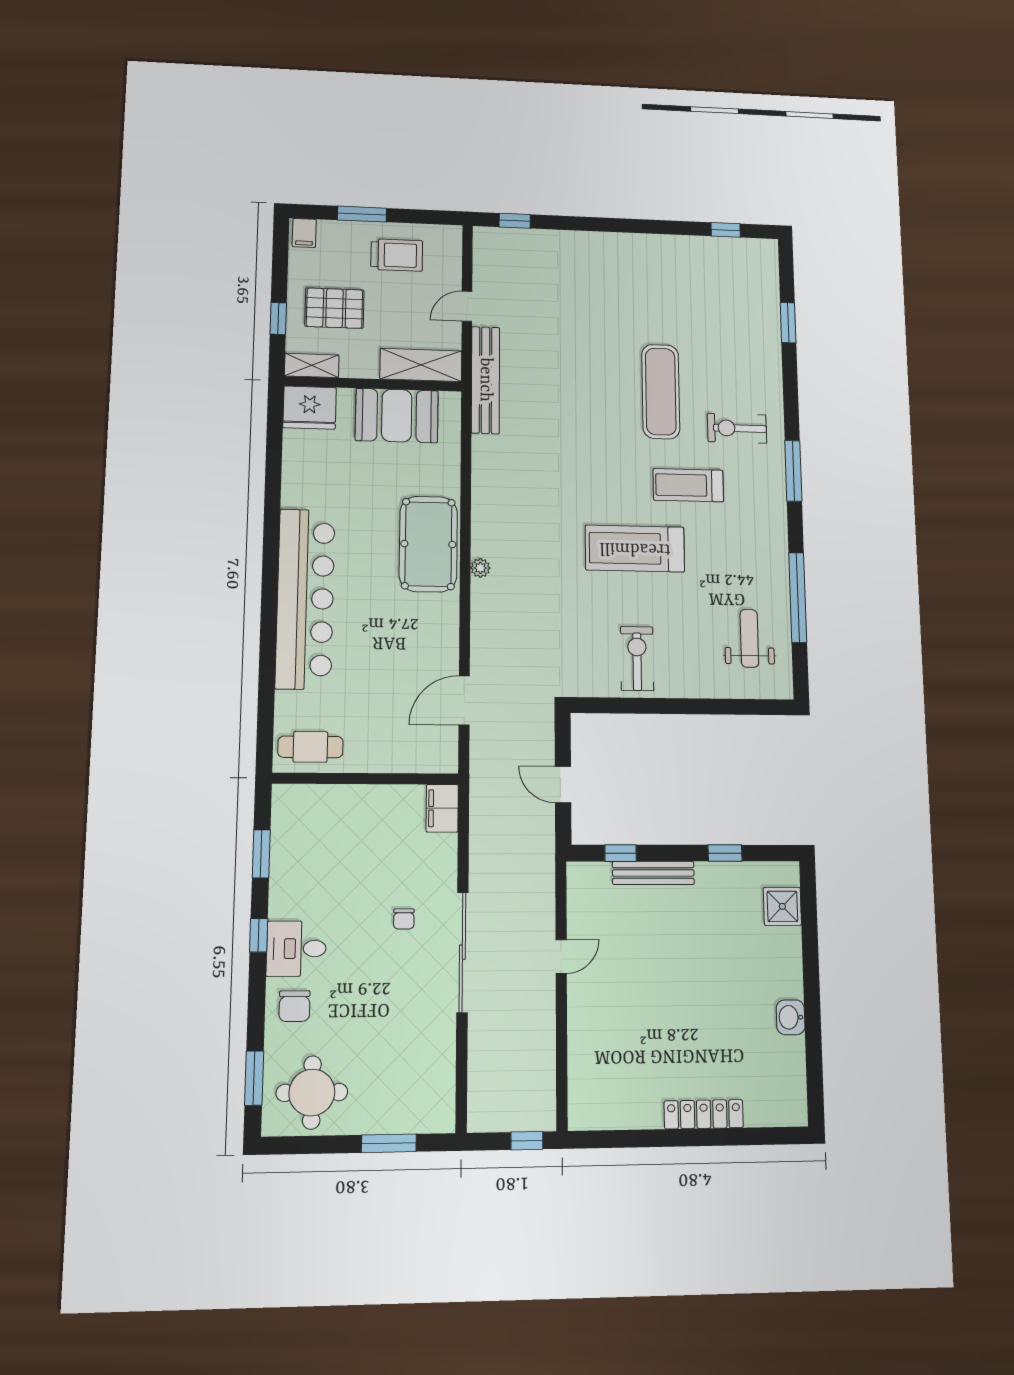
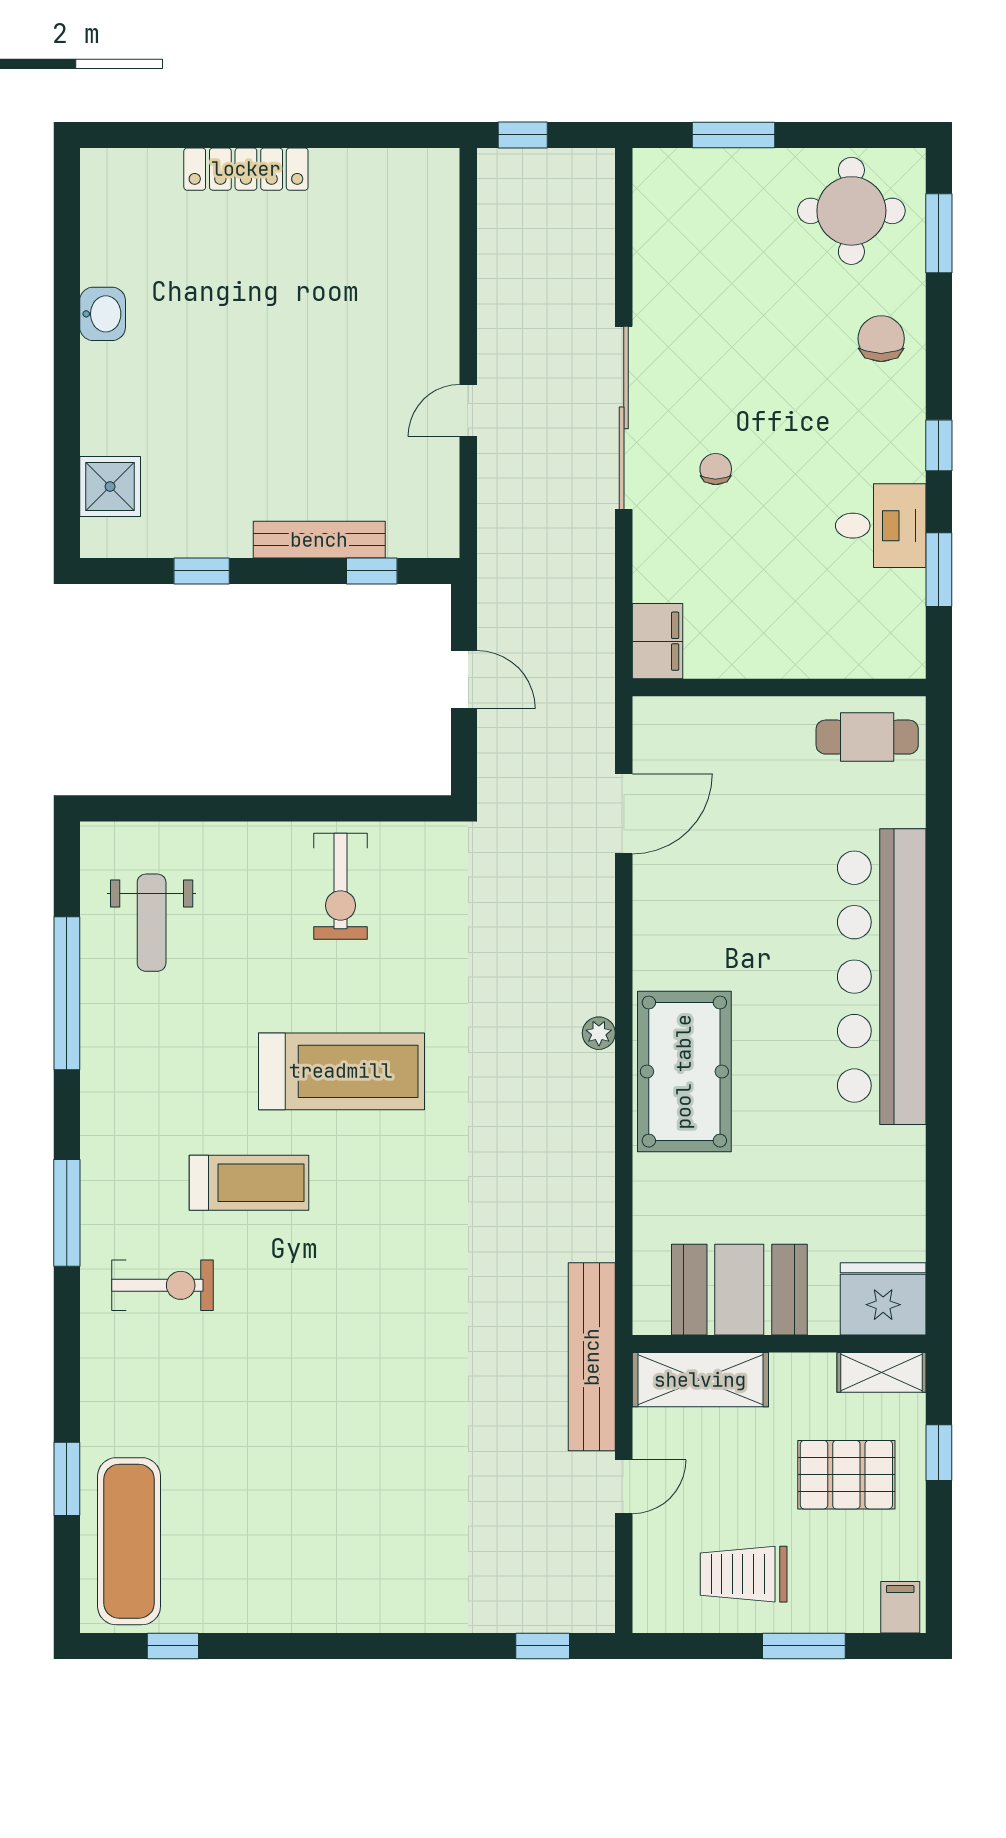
exercise mat: (661, 392) -> (129, 1541), moved
desk: (296, 949) -> (881, 526), moved

